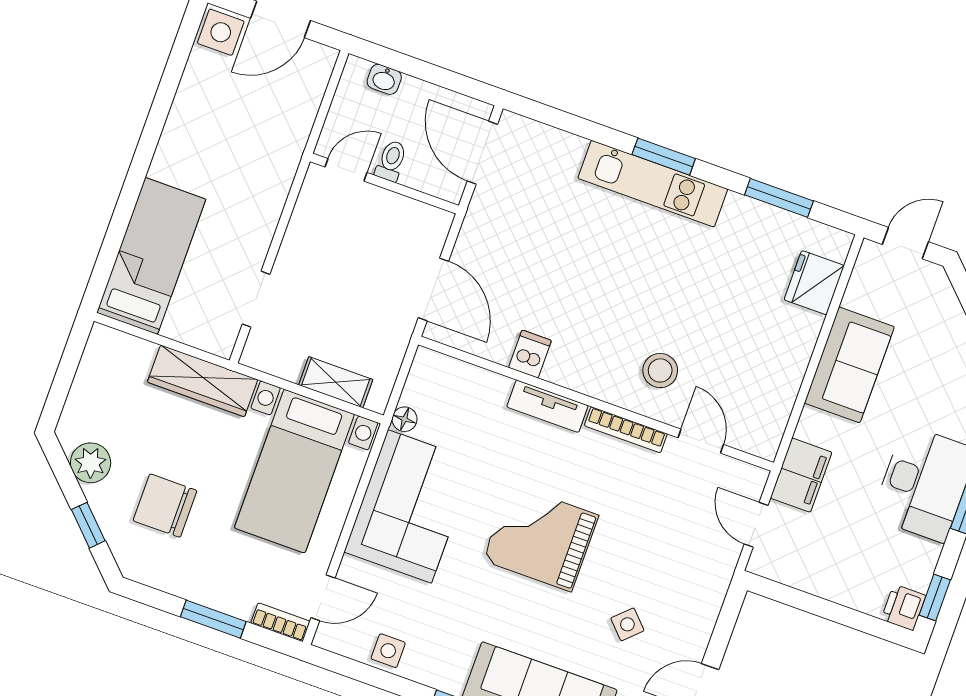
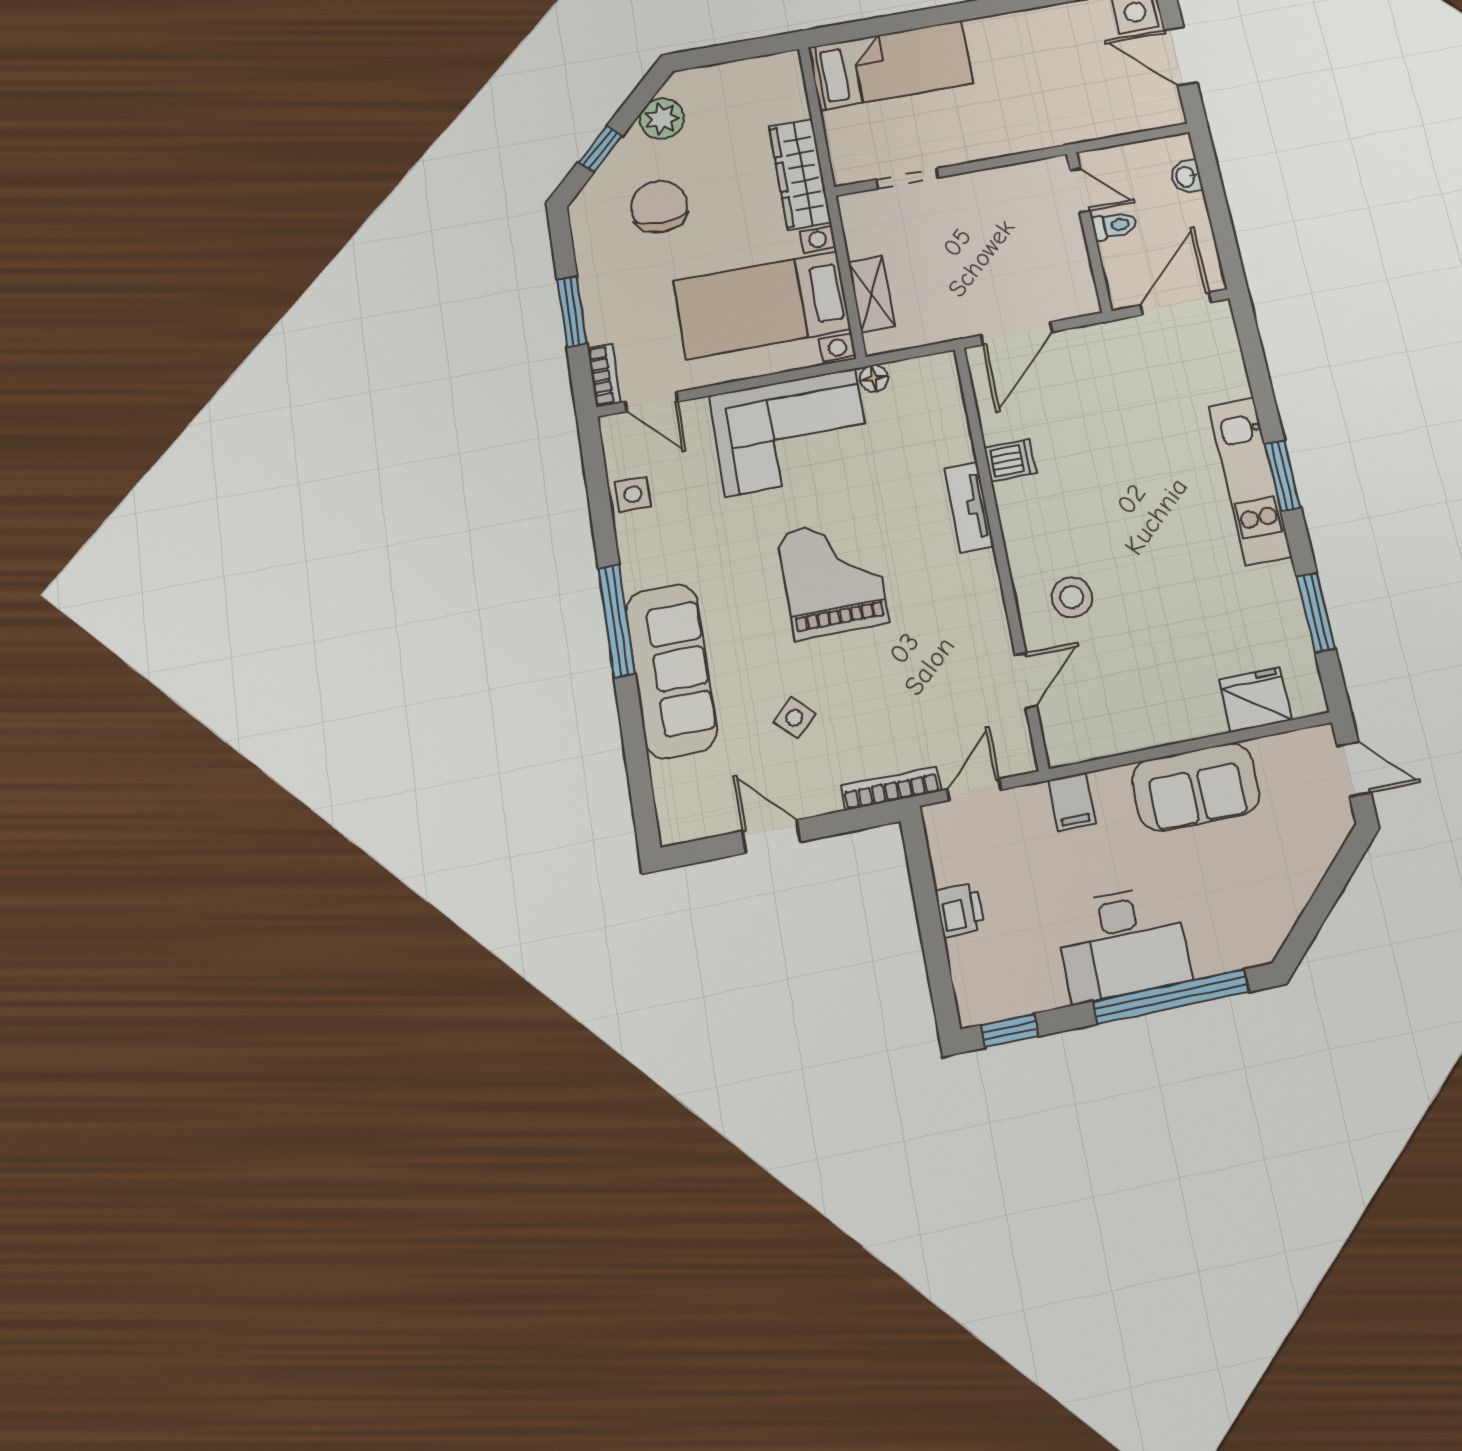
bookcase: (626, 430) -> (891, 788), moved, turned 90
filing cabinet: (801, 475) -> (1072, 802), width x0.50
printer: (904, 607) -> (960, 910), moved, turned 90

